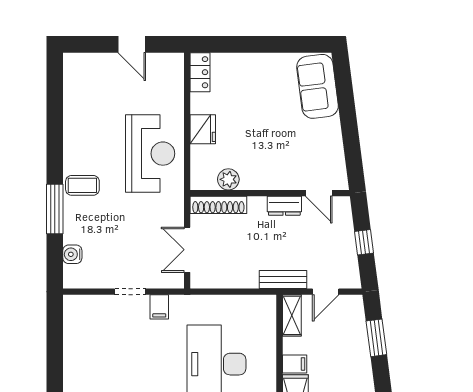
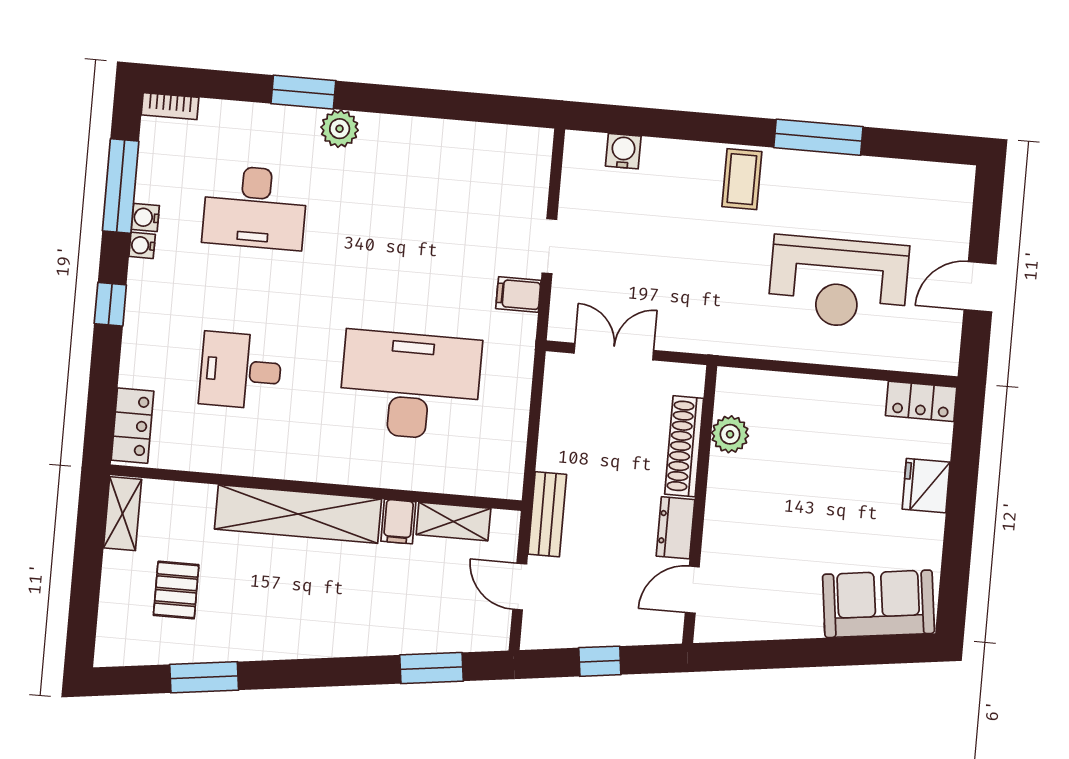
fridge: (203, 129) -> (926, 486), moved, turned 90
reception desk: (150, 154) -> (838, 283), moved
shoe rack: (218, 205) -> (684, 446), moved
window: (55, 209) -> (818, 137), moved
shelving: (292, 315) -> (453, 521), moved

